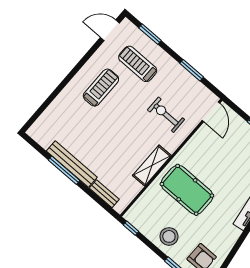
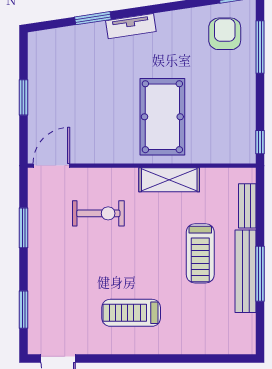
treadmill: (138, 64) -> (200, 253), moved
exercise bike: (166, 115) -> (98, 213), turned -90
stool: (169, 236) -> (232, 92), removed

